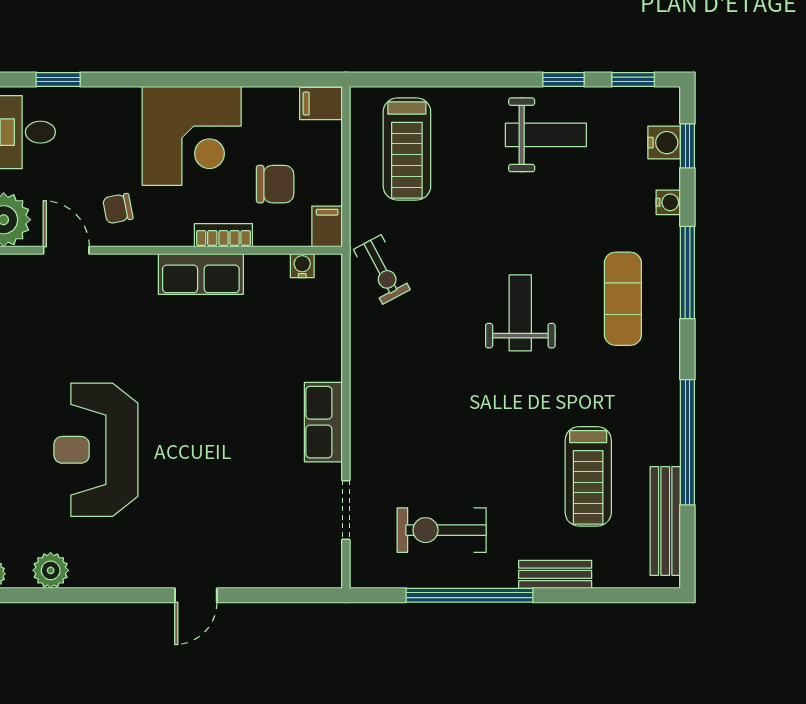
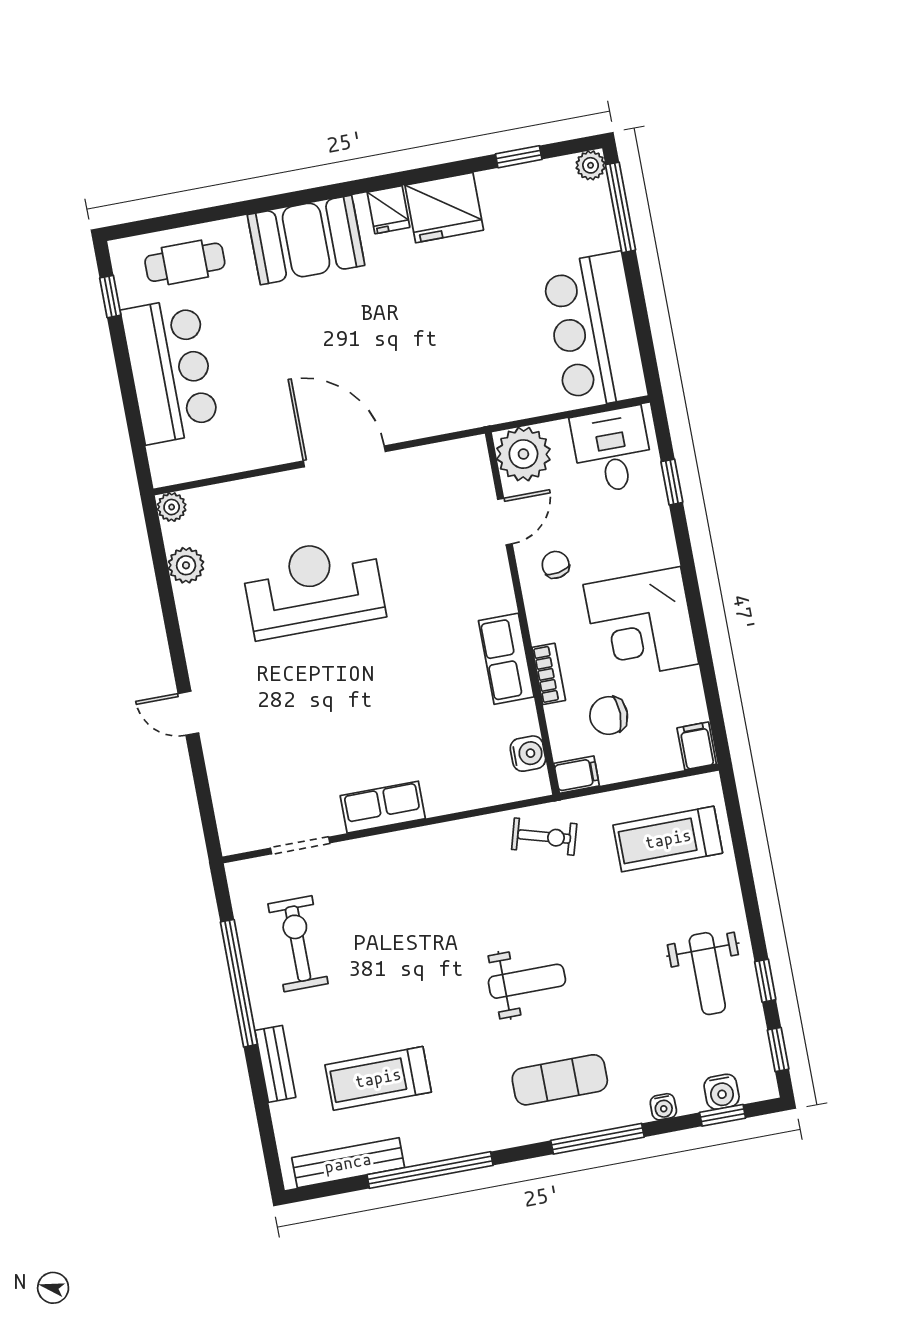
chair: (275, 184) -> (609, 715), turned 90
water cooler: (302, 266) -> (528, 754), width x1.38, depth x1.38
exercise bike: (382, 270) -> (544, 837), turned -136

